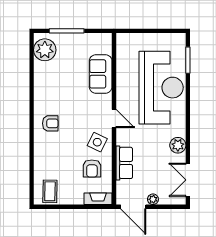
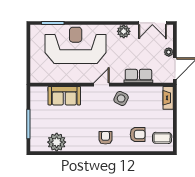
plant: (45, 50) -> (57, 142), moved
armchair: (92, 168) -> (138, 134), moved

